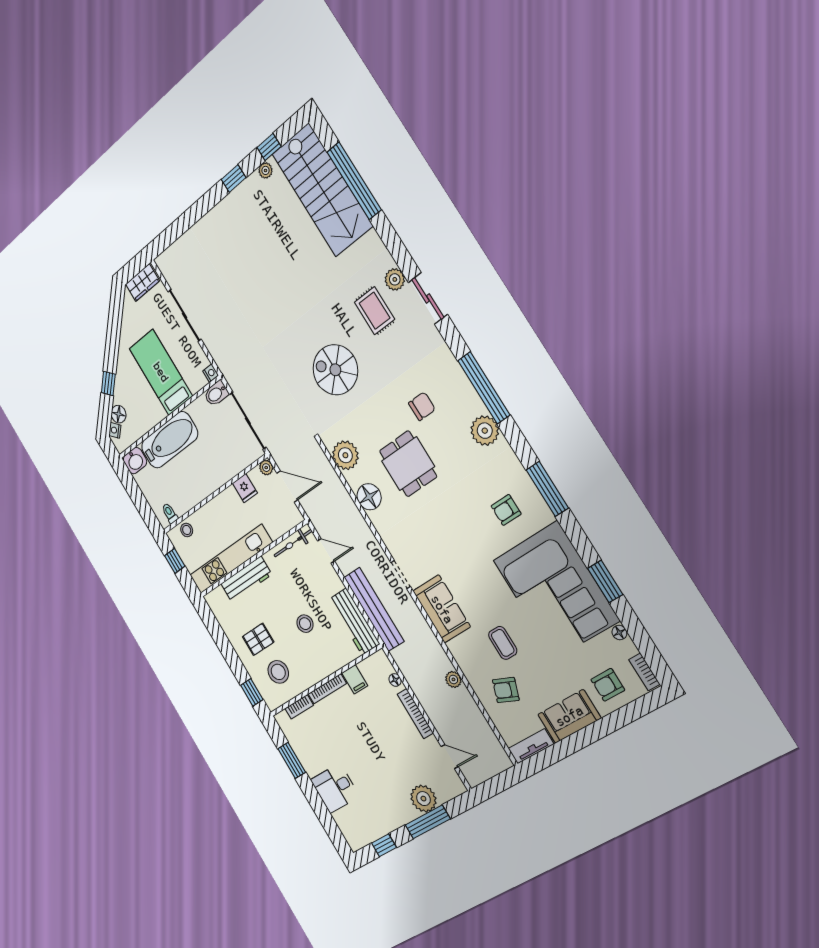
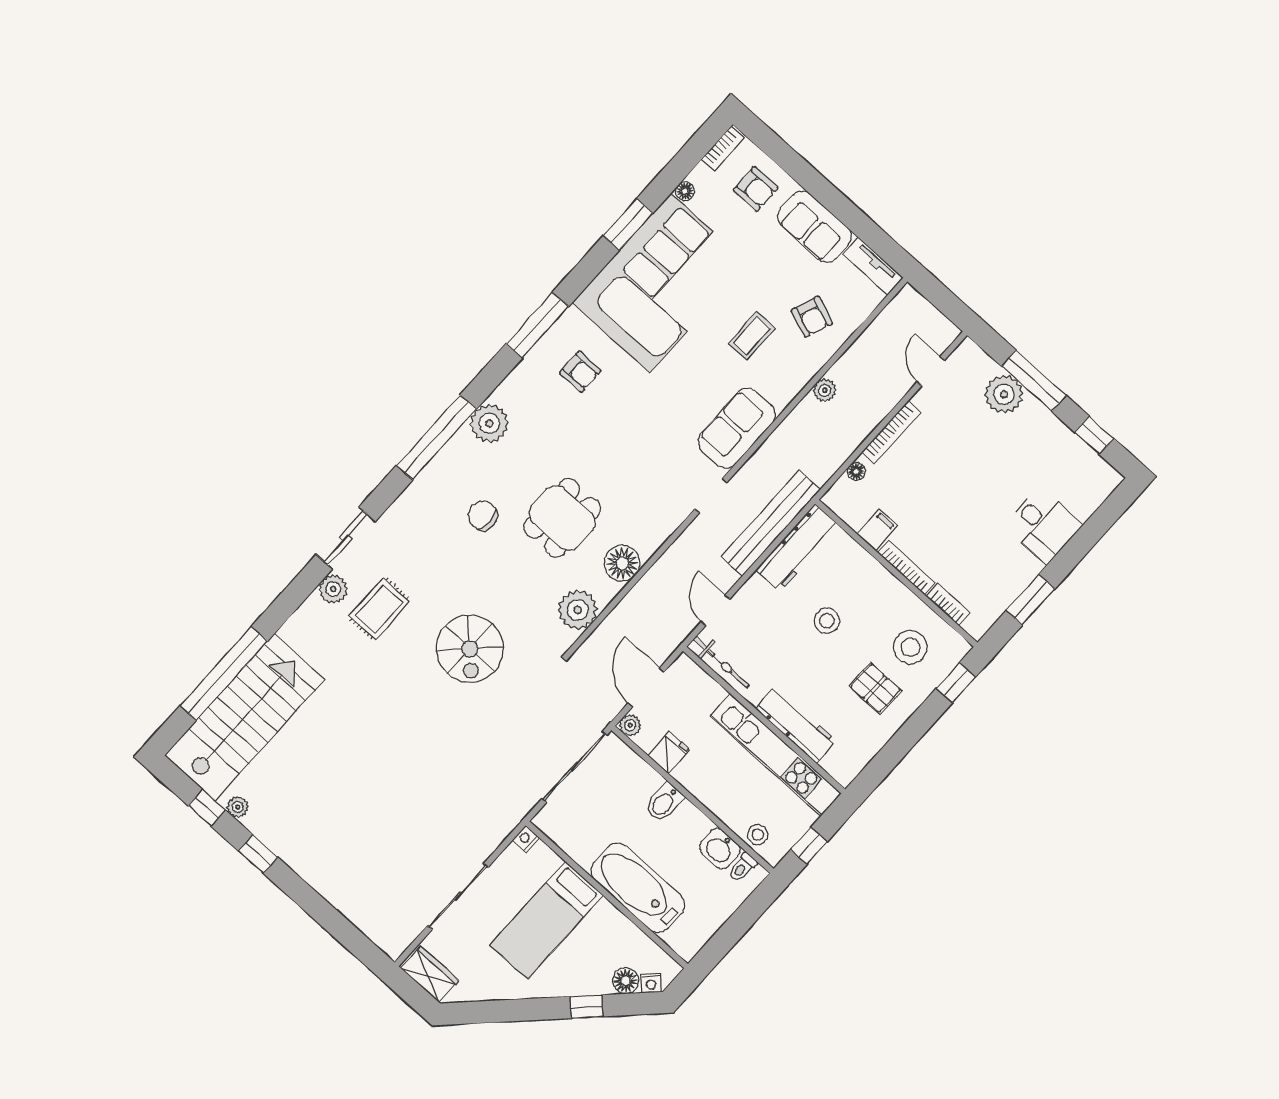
bidet: (216, 394) -> (664, 802), moved, turned 90
washbasin: (135, 461) -> (720, 849), moved, turned 180

